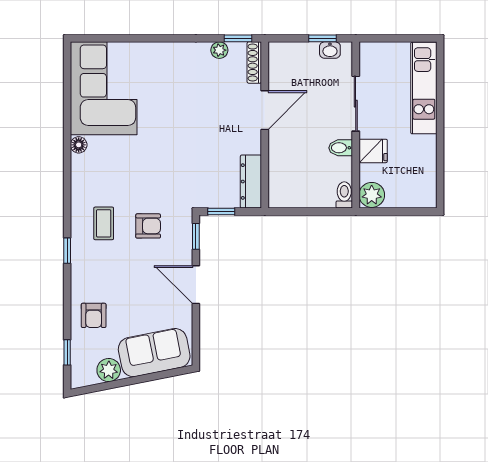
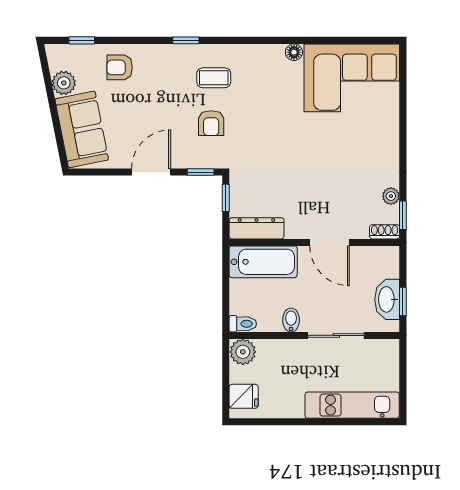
washbasin: (330, 50) -> (387, 299), width x1.91, depth x1.45
shoe rack: (254, 62) -> (385, 232), width x0.70
fridge: (373, 151) -> (244, 396), moved, turned -90
bathtub: (284, 175) -> (263, 262), added

